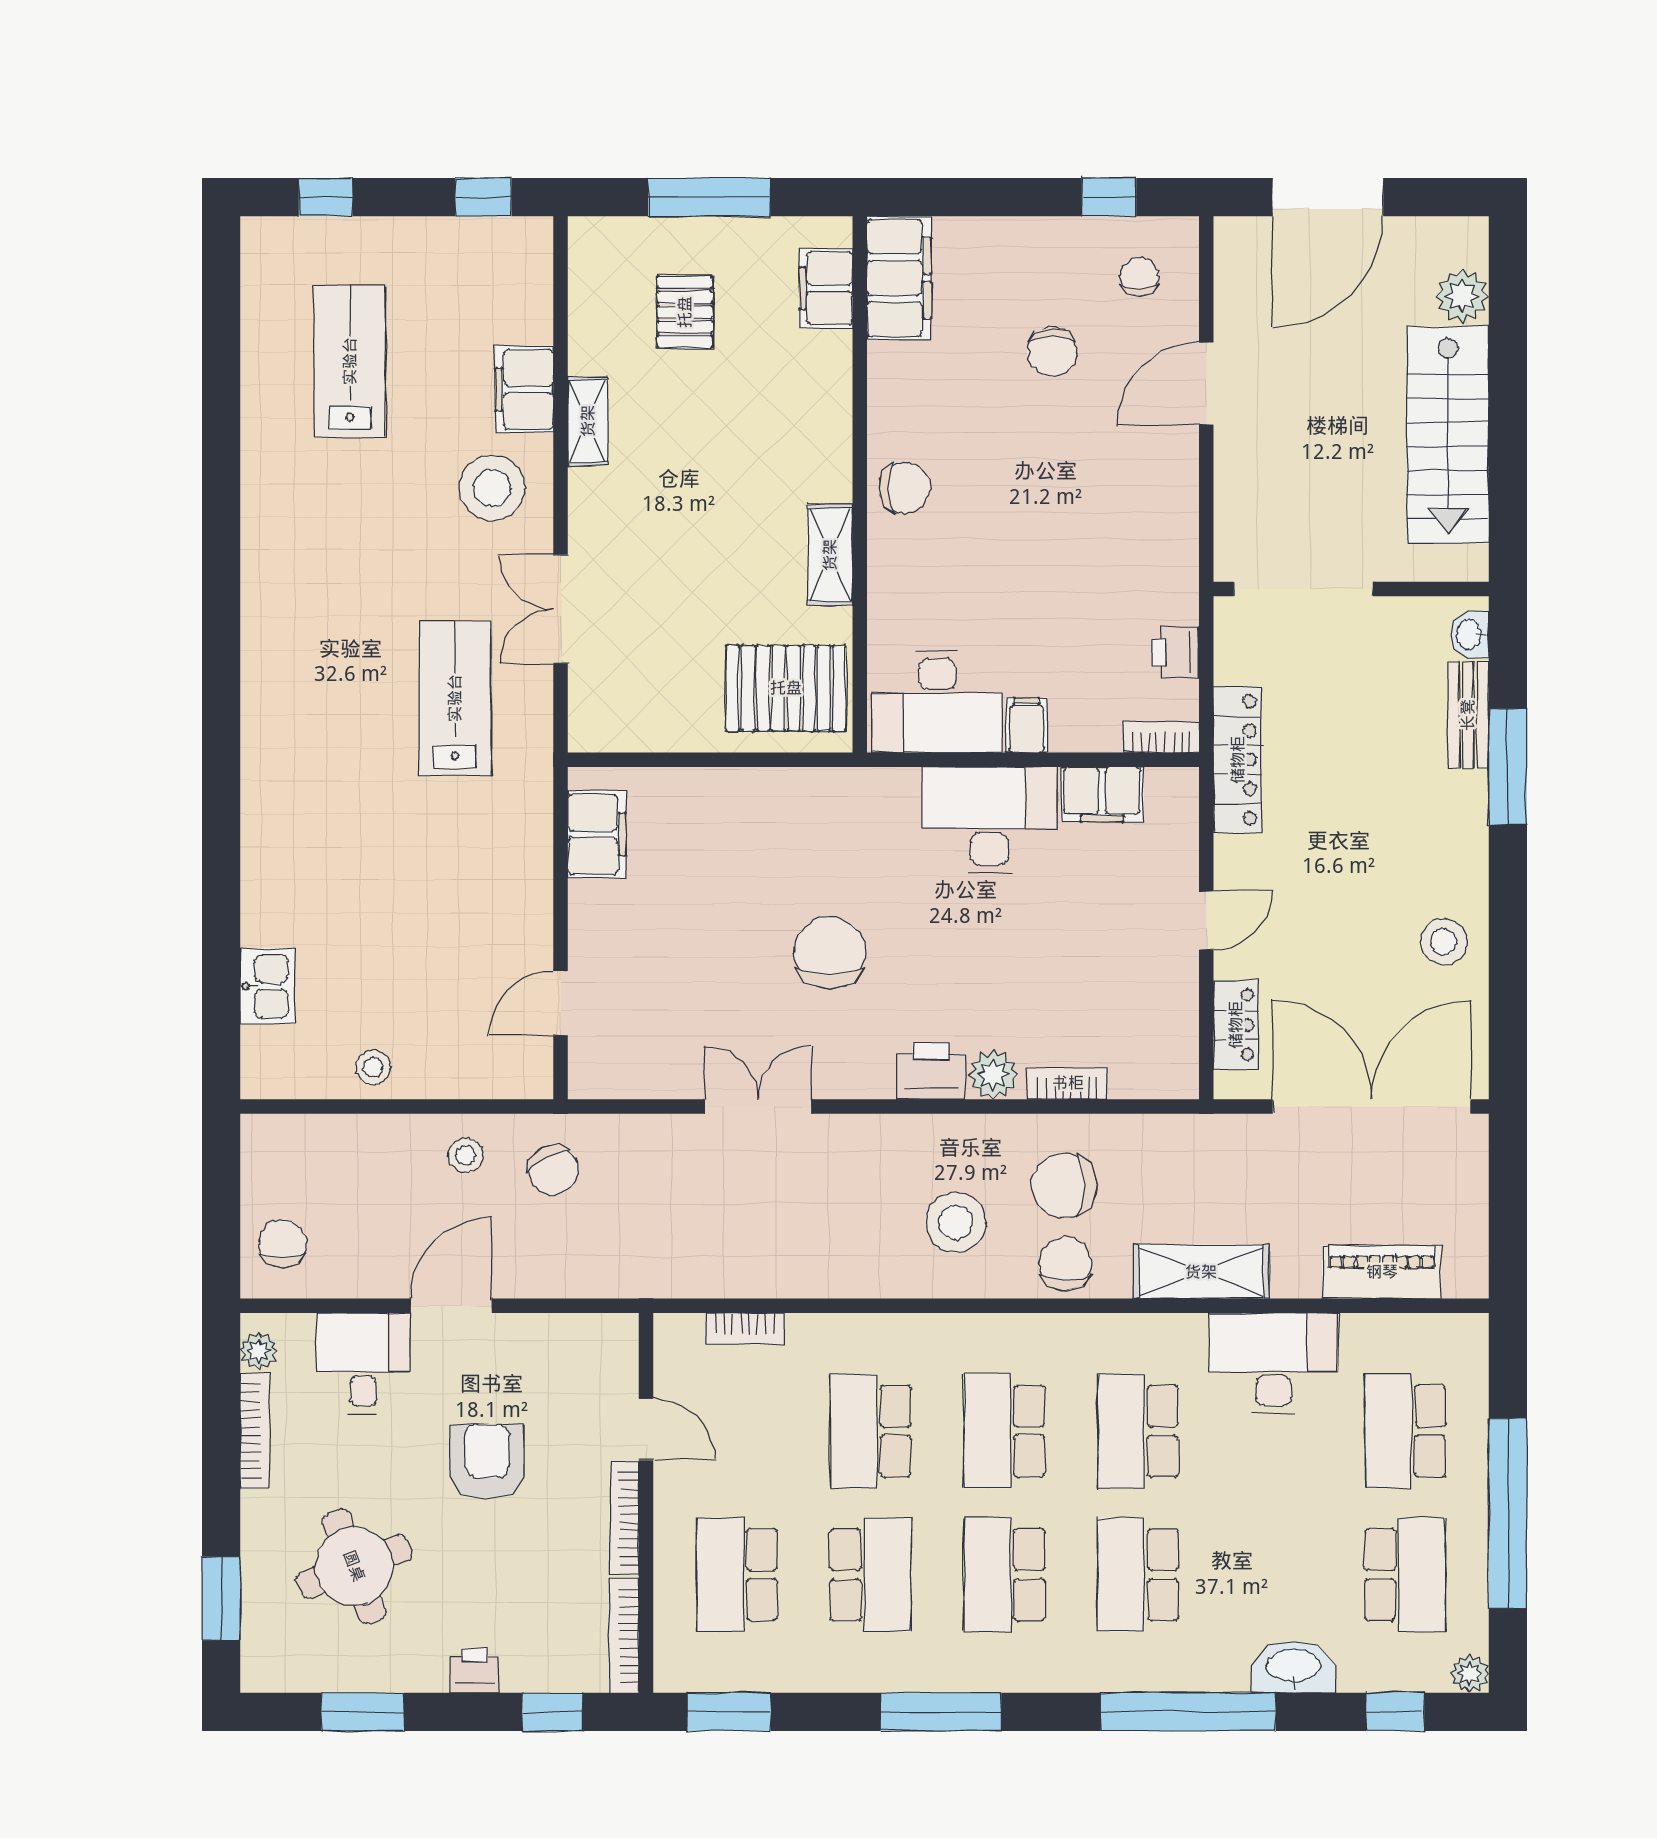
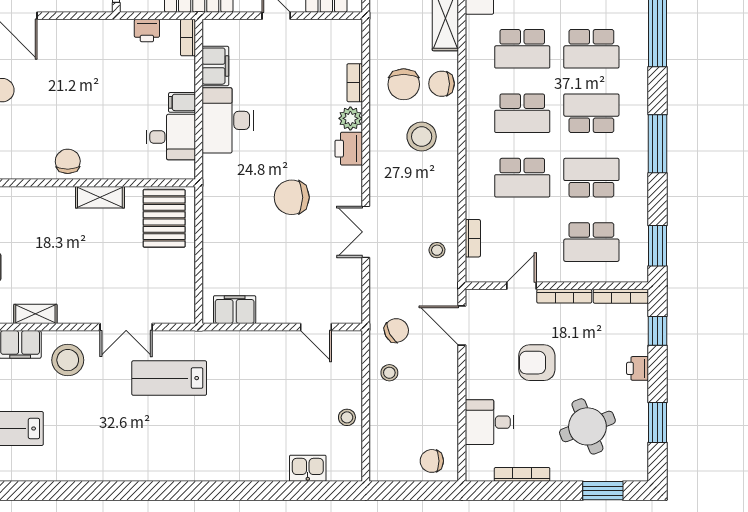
desk: (937, 702) -> (171, 137), width x0.73
stool: (720, 1254) -> (437, 250), added
door: (451, 1306) -> (462, 325), moved
plant: (259, 1351) -> (484, 473), removed
school desk: (1004, 1575) -> (591, 113), turned 180

